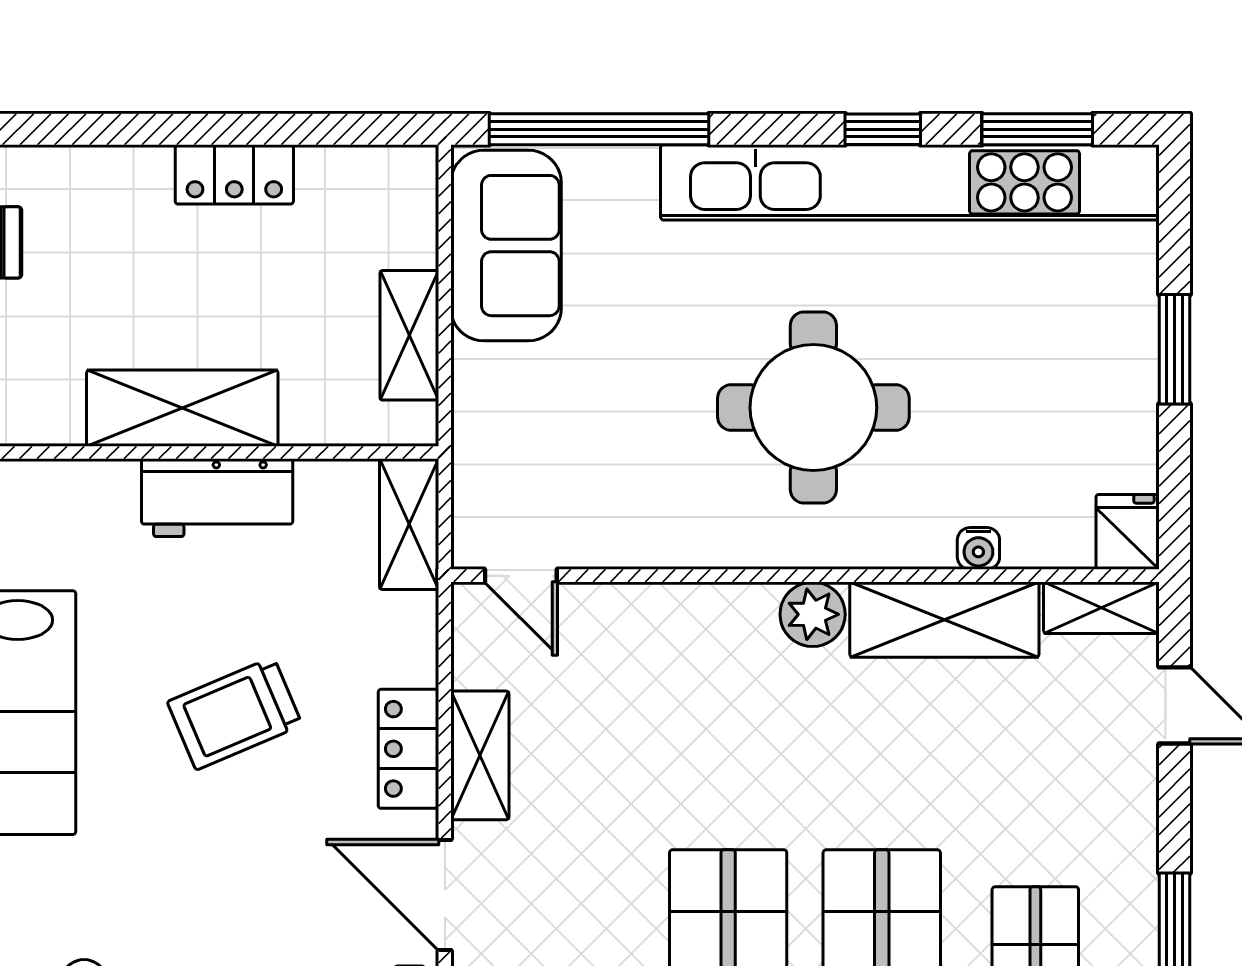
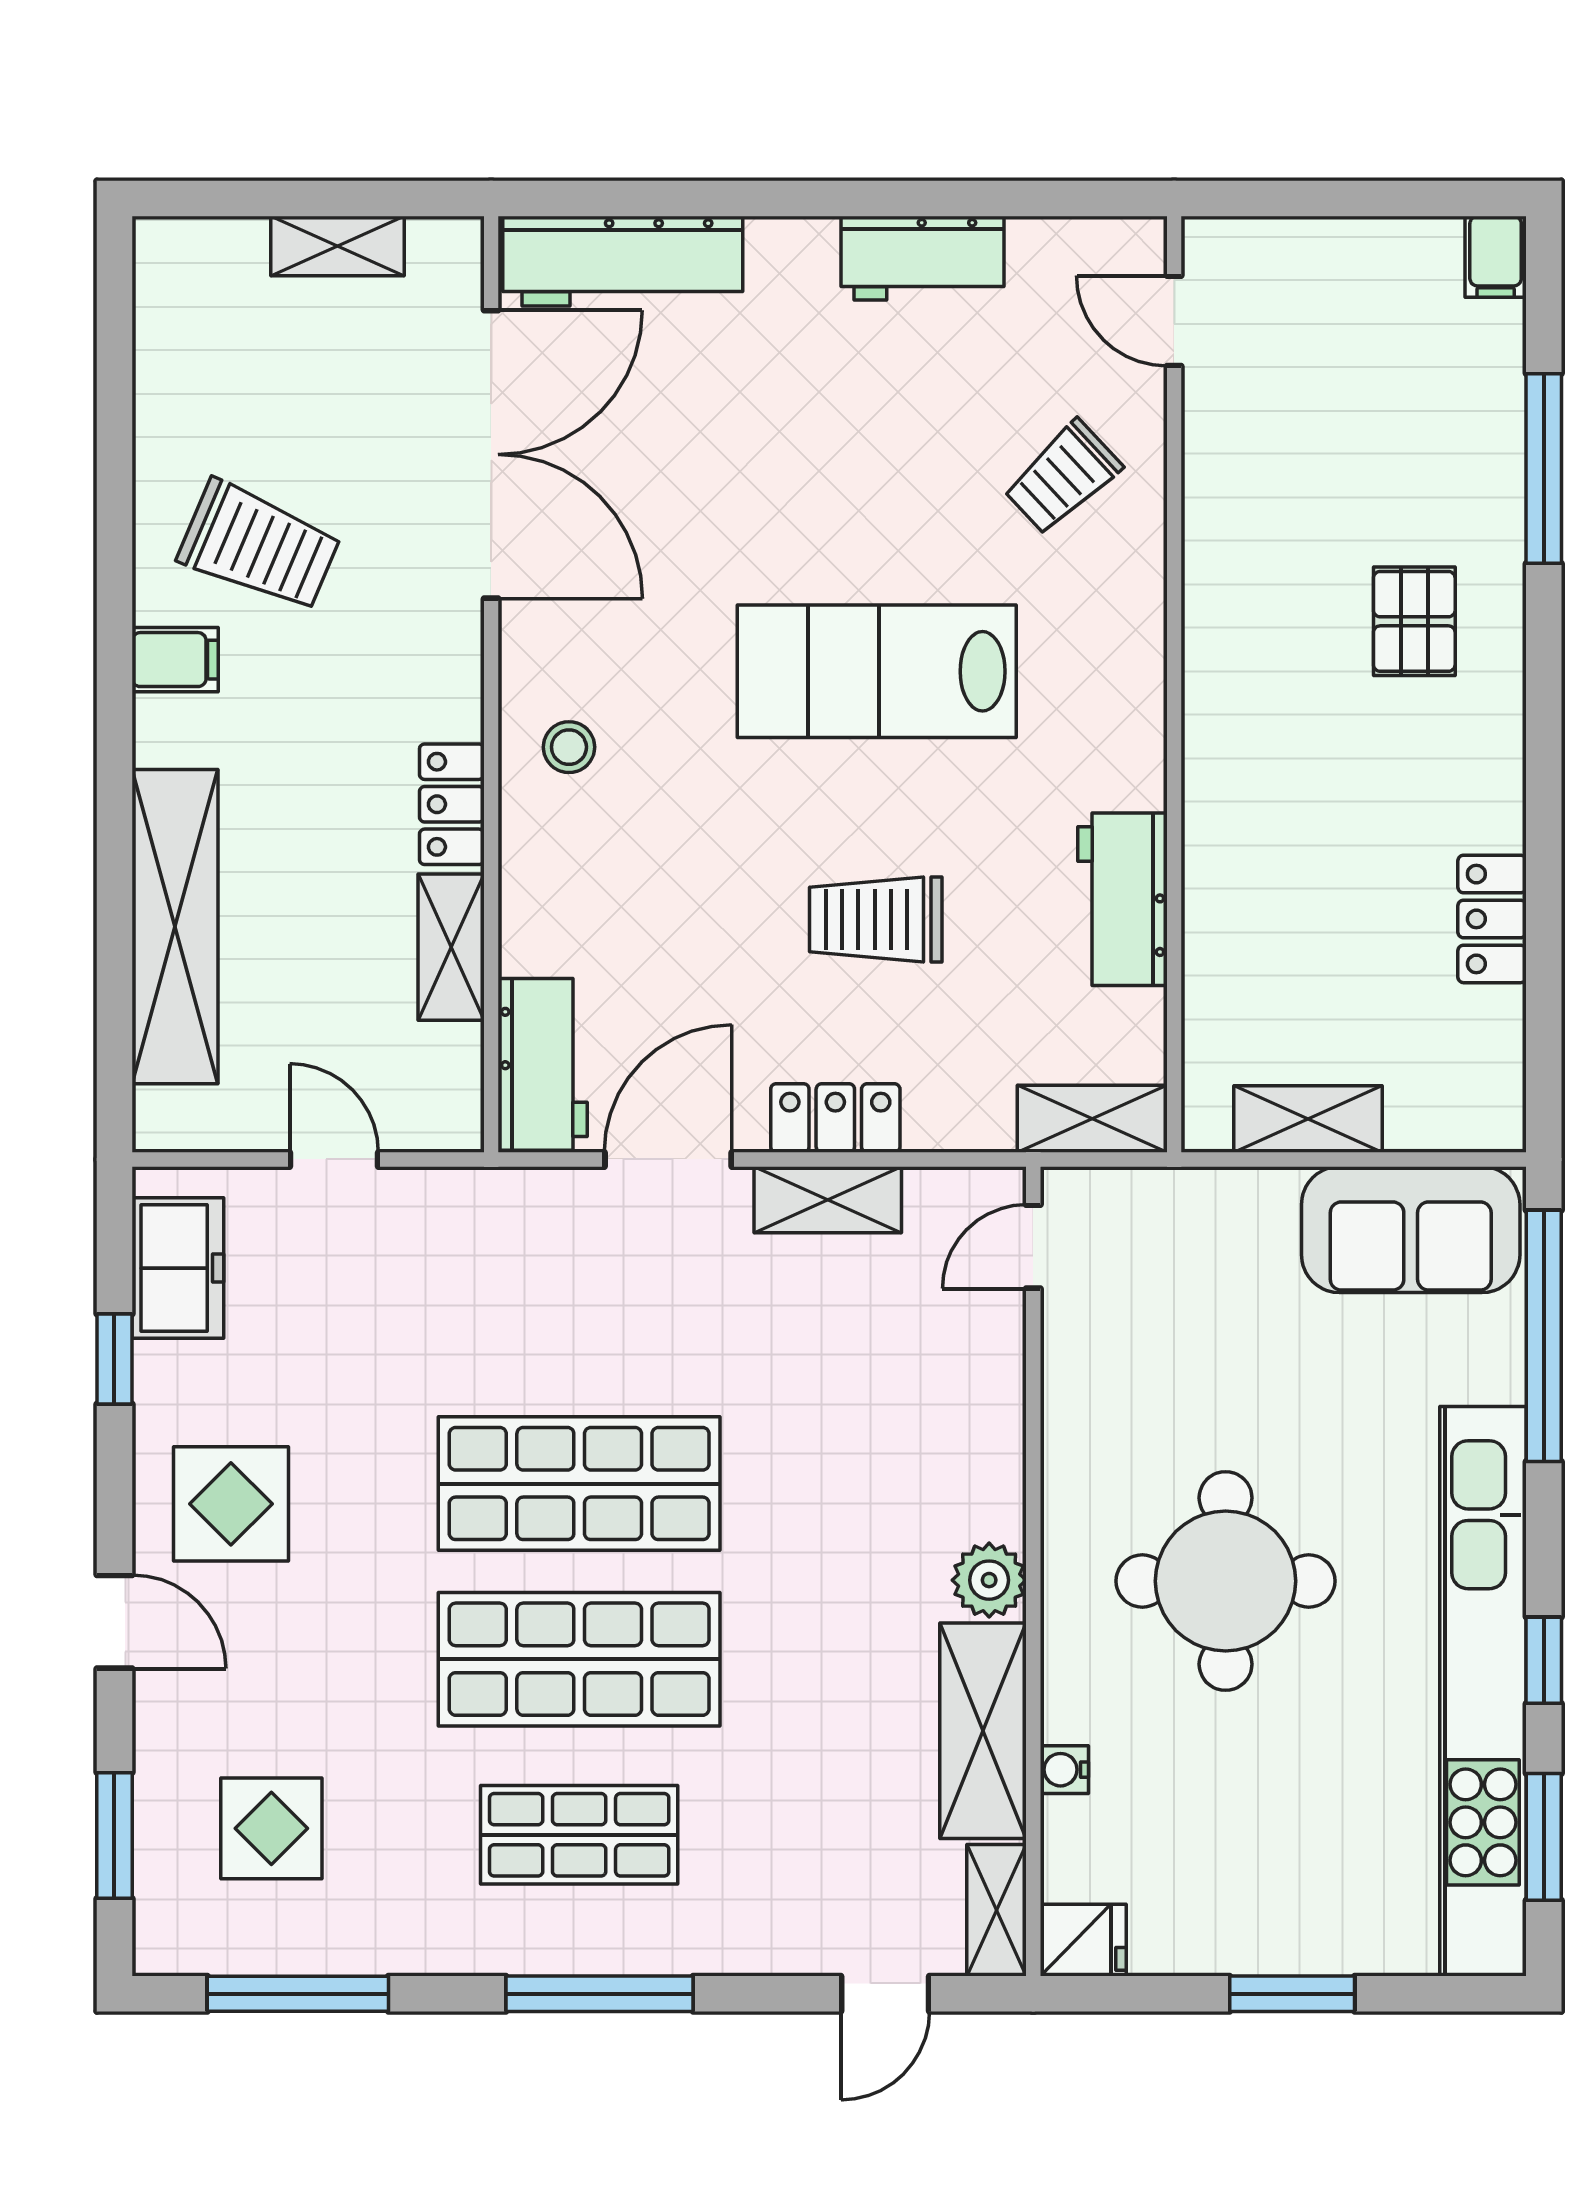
shelving: (182, 408) -> (1225, 859), removed
trolley: (235, 713) -> (876, 919), turned -67

